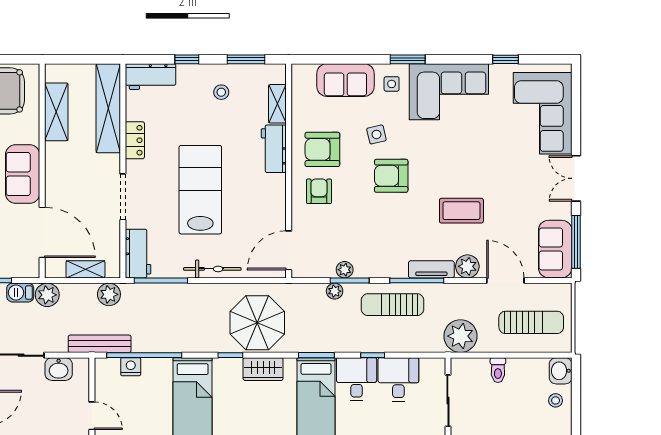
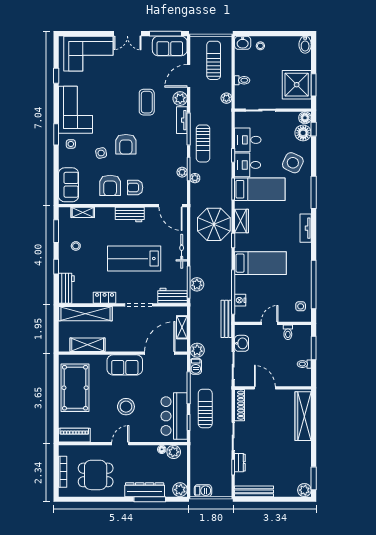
sofa: (345, 80) -> (69, 185), moved
workbench: (274, 149) -> (130, 215), moved
plant: (109, 294) -> (197, 284), moved
plant: (460, 336) -> (226, 98), width x0.53, depth x0.53

